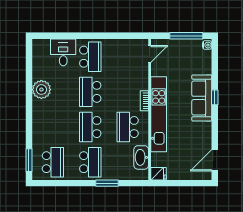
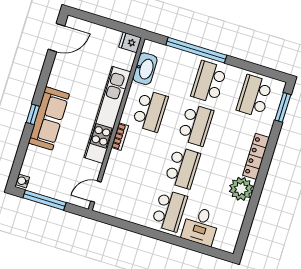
school desk: (90, 57) -> (169, 211), turned 180
locker: (38, 117) -> (256, 156), added
window: (107, 183) -> (196, 50), width x2.11

